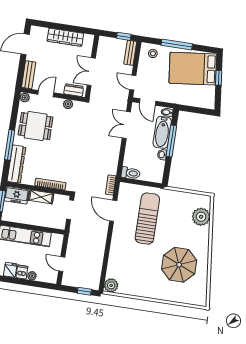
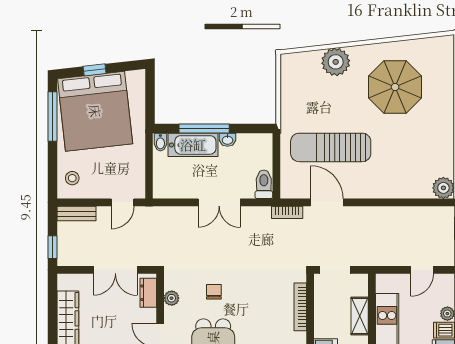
window: (124, 36) -> (53, 247), moved
window: (177, 44) -> (53, 117), moved
bed: (193, 69) -> (95, 111), width x1.36
door: (148, 102) -> (149, 175), removed
double door: (126, 125) -> (219, 202), moved
chair: (68, 131) -> (214, 292), added
shelving: (41, 197) -> (360, 316), moved
door: (113, 211) -> (327, 202), swing flipped
plant: (201, 217) -> (336, 62), moved

